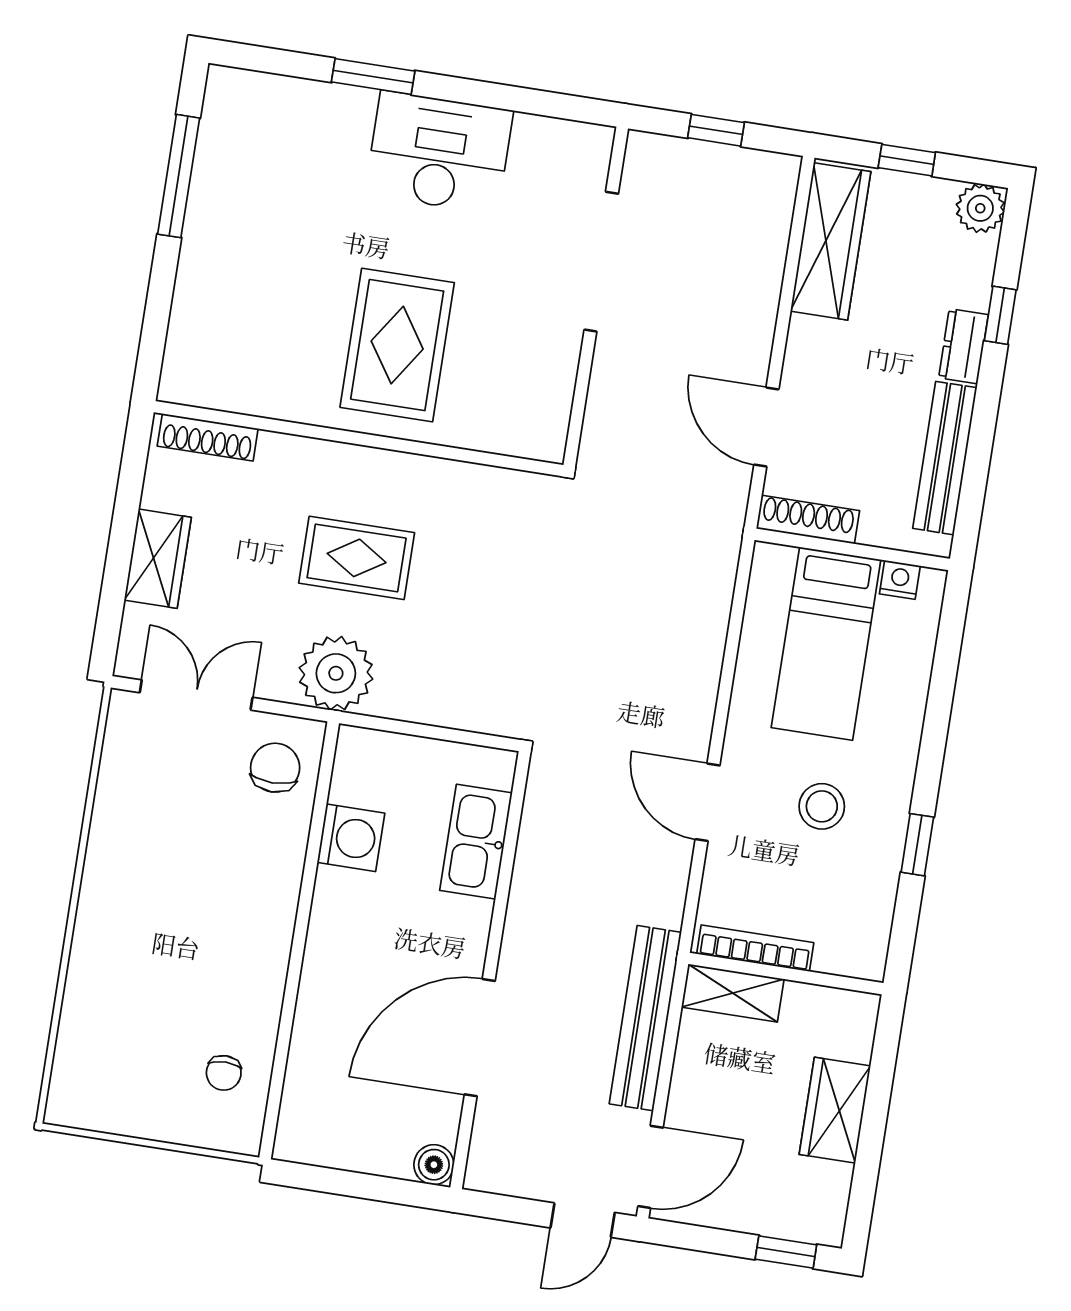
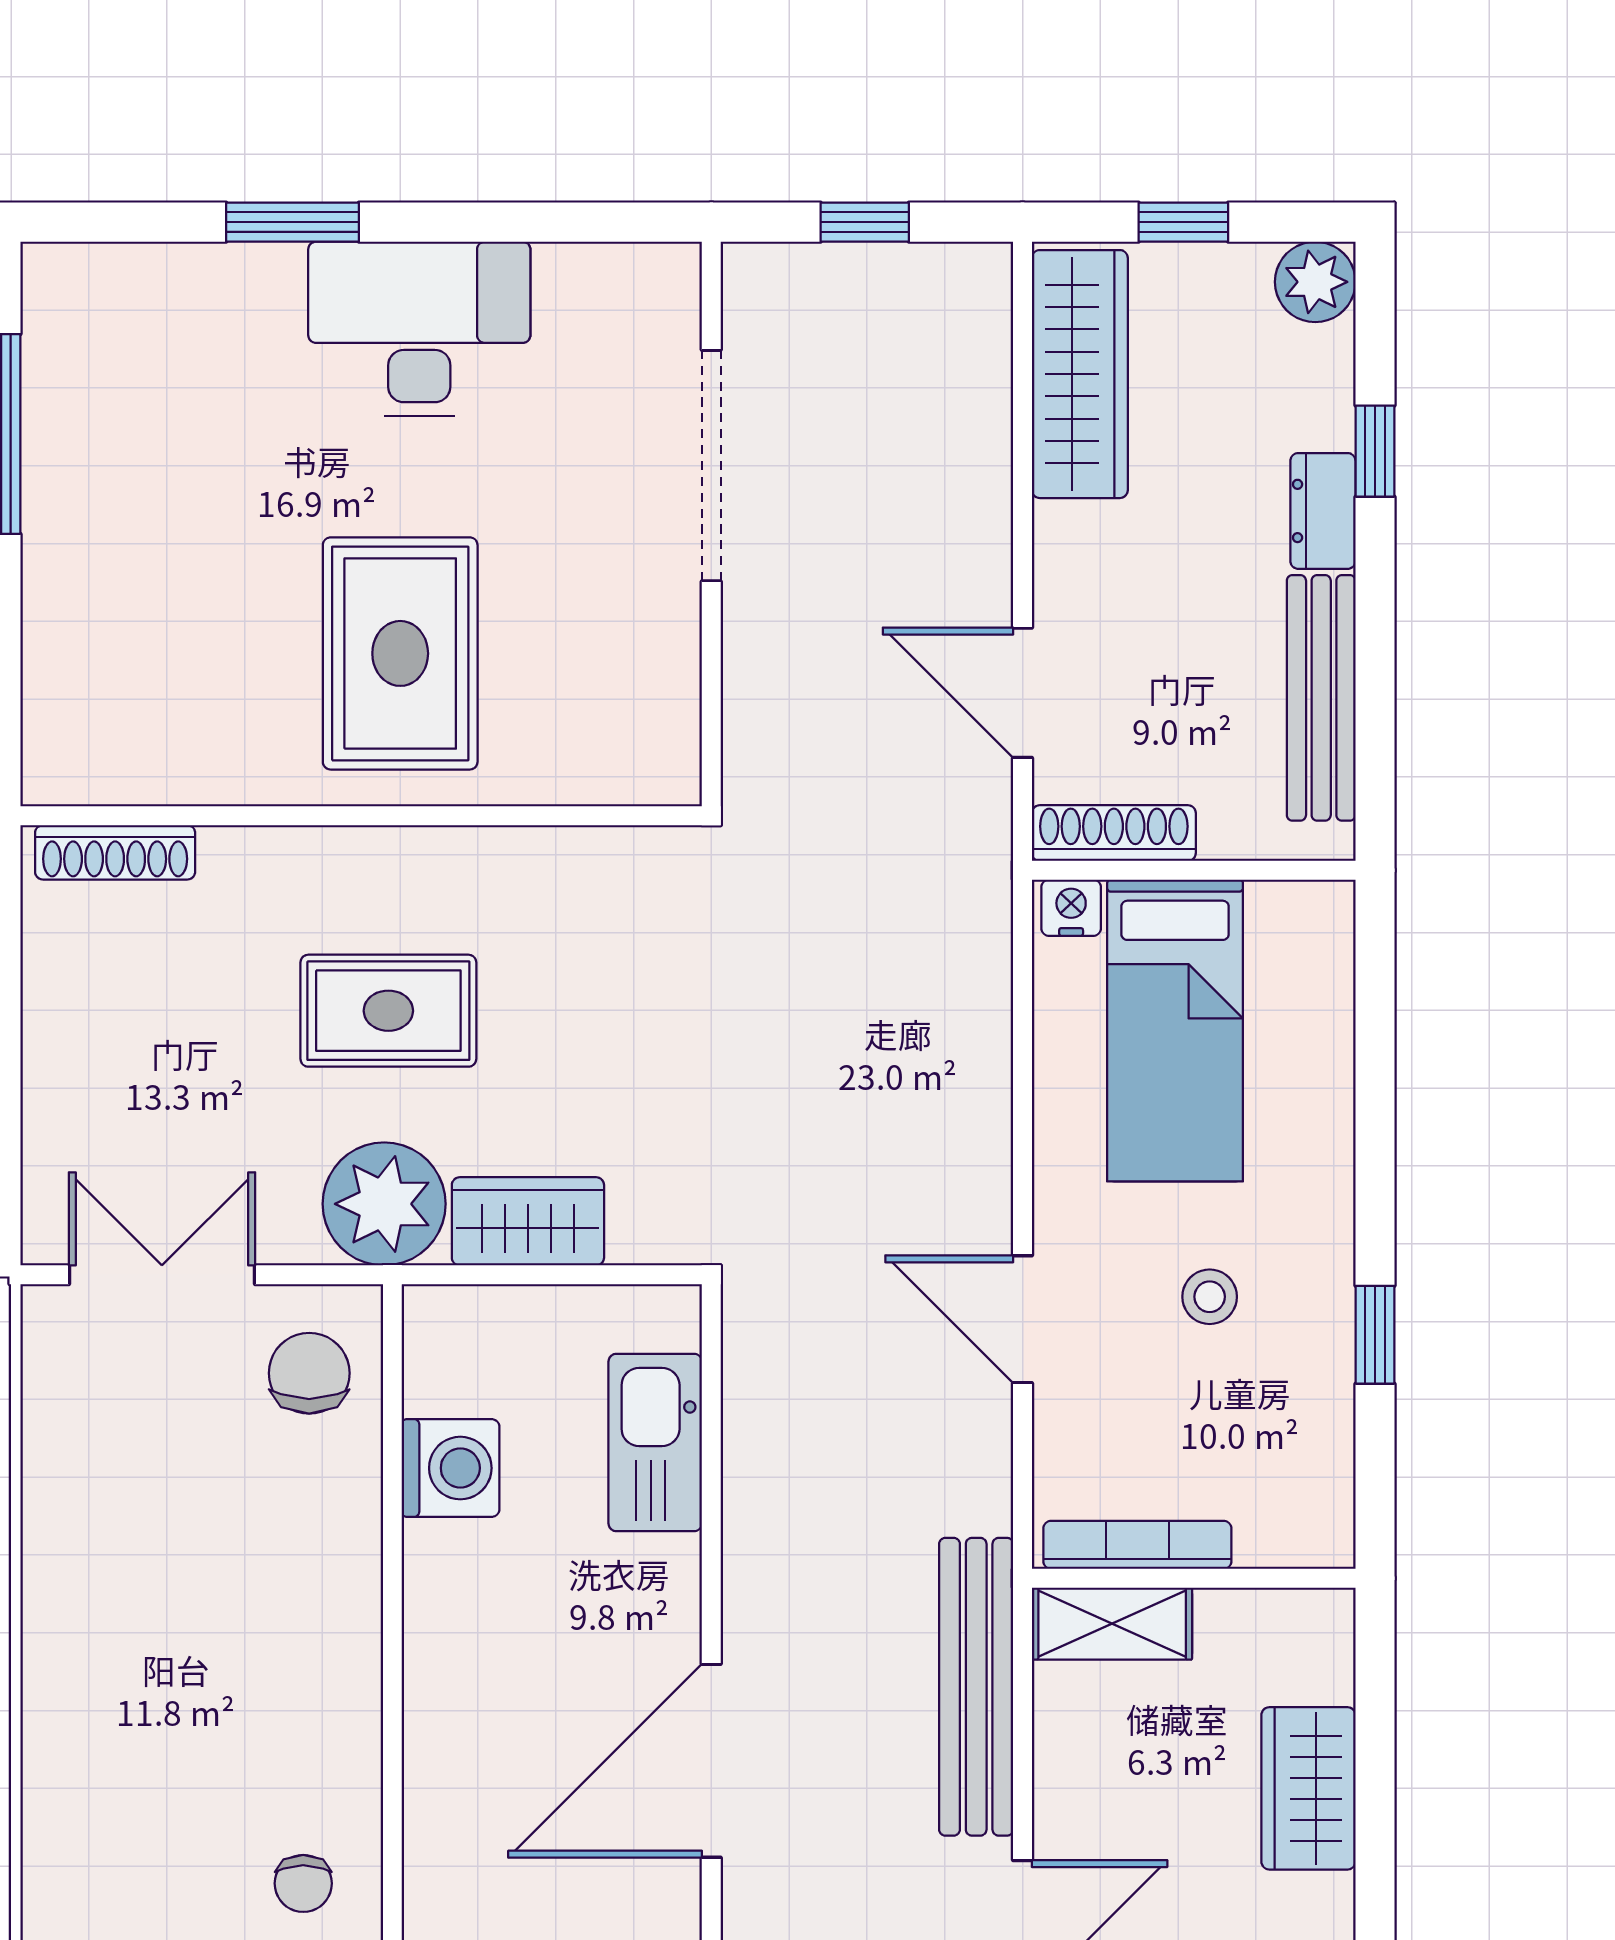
wardrobe: (158, 559) -> (528, 1221), moved, turned -90
nightstand: (900, 580) -> (1071, 908), moved
stool: (822, 806) -> (1210, 1297), width x0.73, depth x0.73

